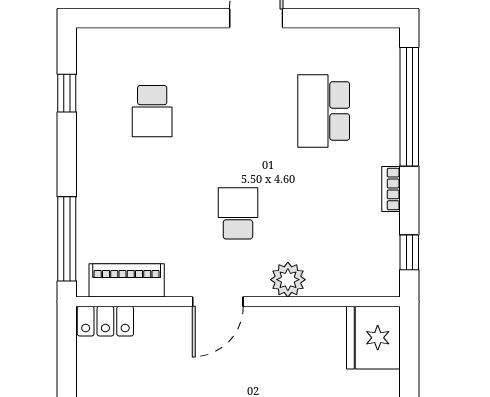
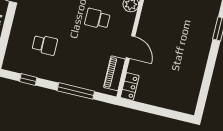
window: (67, 239) -> (76, 91), moved
door: (218, 302) -> (130, 47), moved

